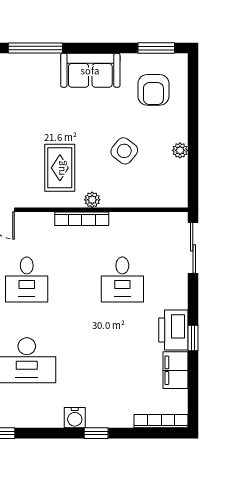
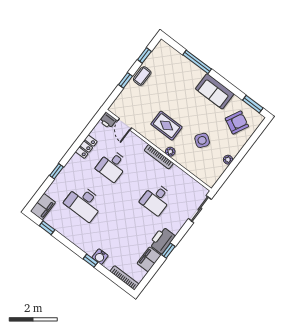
armchair: (153, 90) -> (237, 122), turned -153
rug: (60, 168) -> (166, 126), turned 90
water cooler: (75, 418) -> (100, 257), moved

